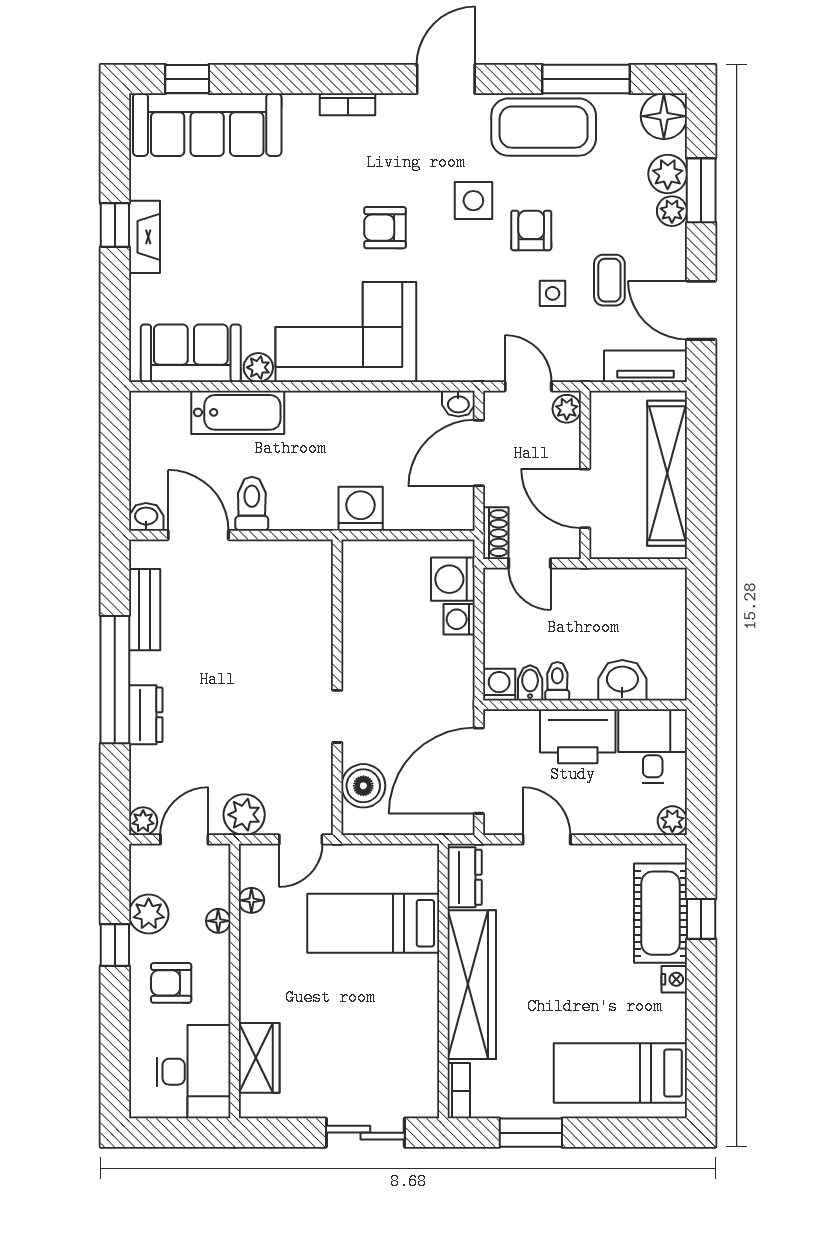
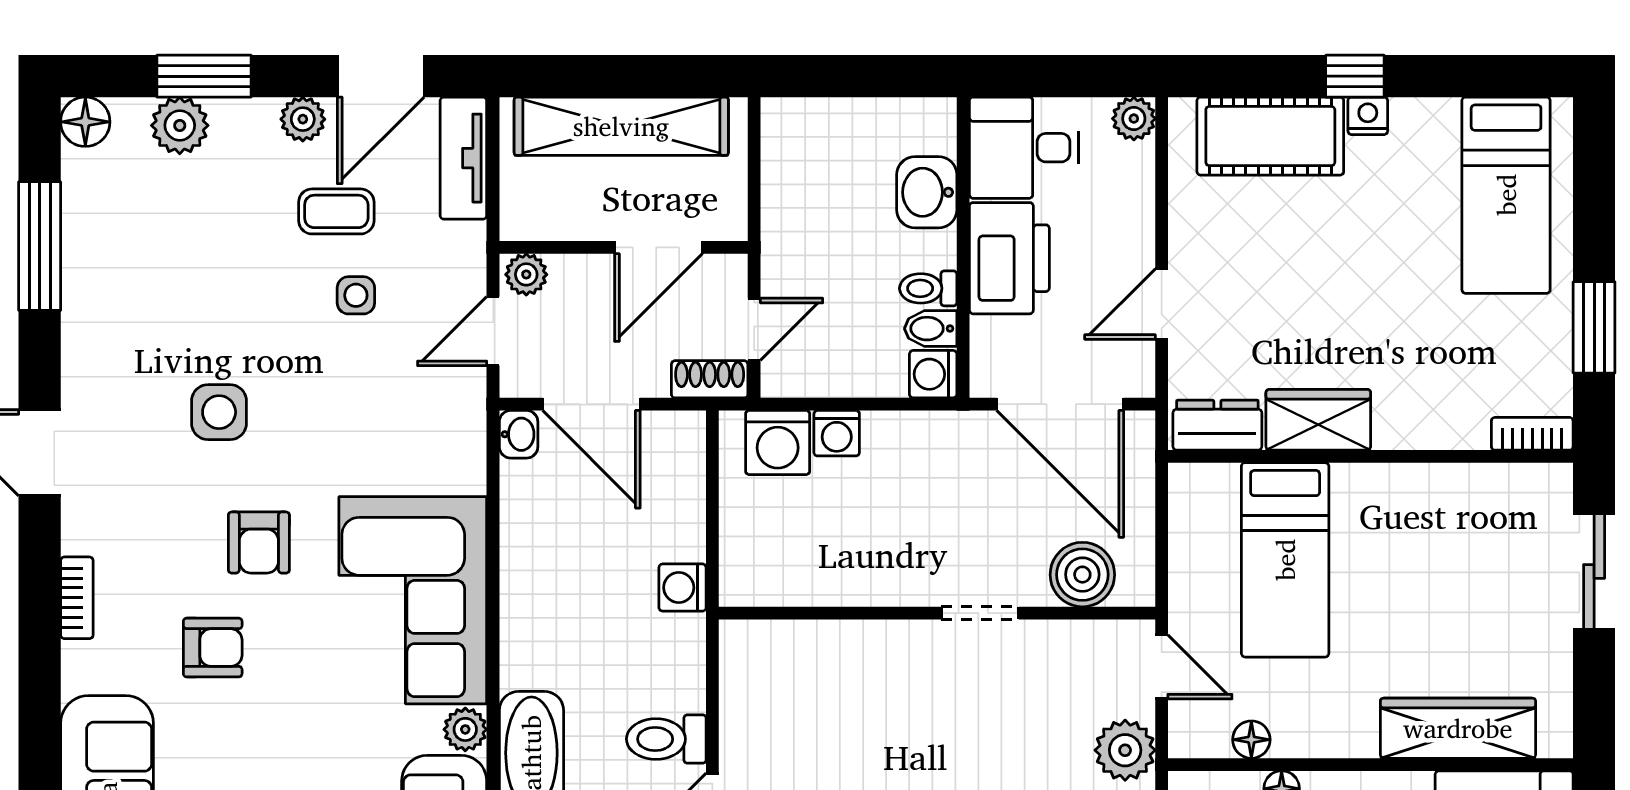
floor lamp: (664, 116) -> (85, 122), width x0.73, depth x0.73
coffee table: (544, 127) -> (111, 309), removed
plant: (672, 211) -> (303, 119), moved
armchair: (531, 230) -> (213, 648), moved, turned 180
washing machine: (361, 509) -> (683, 588), width x0.73, depth x0.73
window: (701, 919) -> (1355, 76), moved
wardrobe: (472, 985) -> (1318, 420), width x0.48, depth x0.85
wardrobe: (259, 1058) -> (1458, 728), width x1.50

